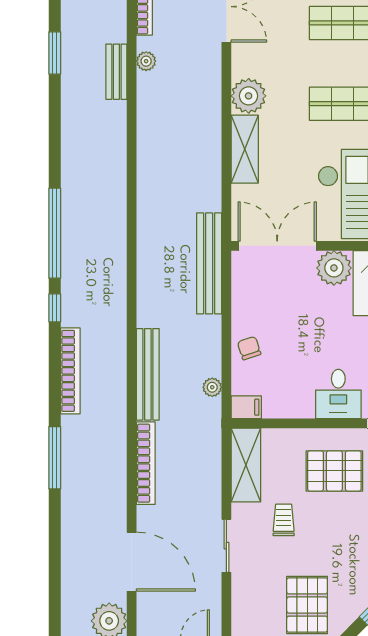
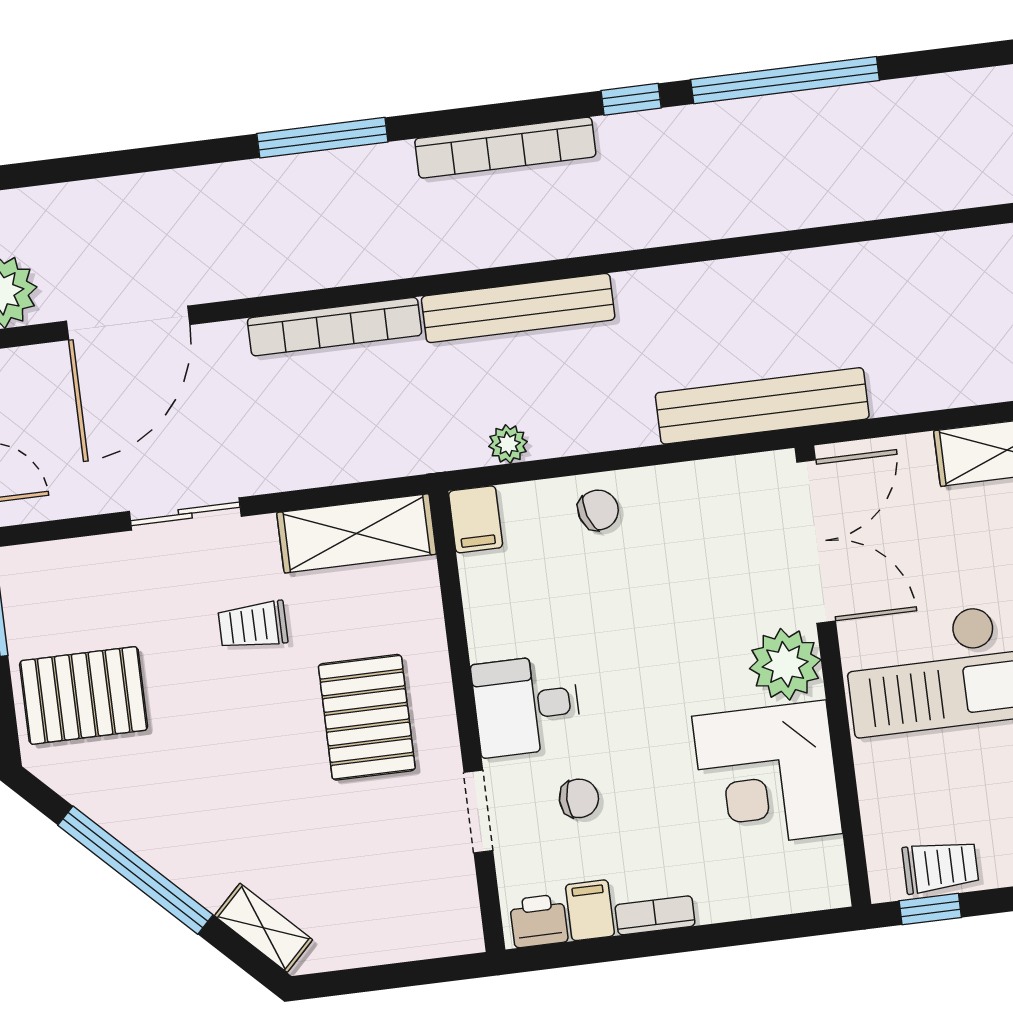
trolley: (284, 520) -> (253, 625), turned 180

